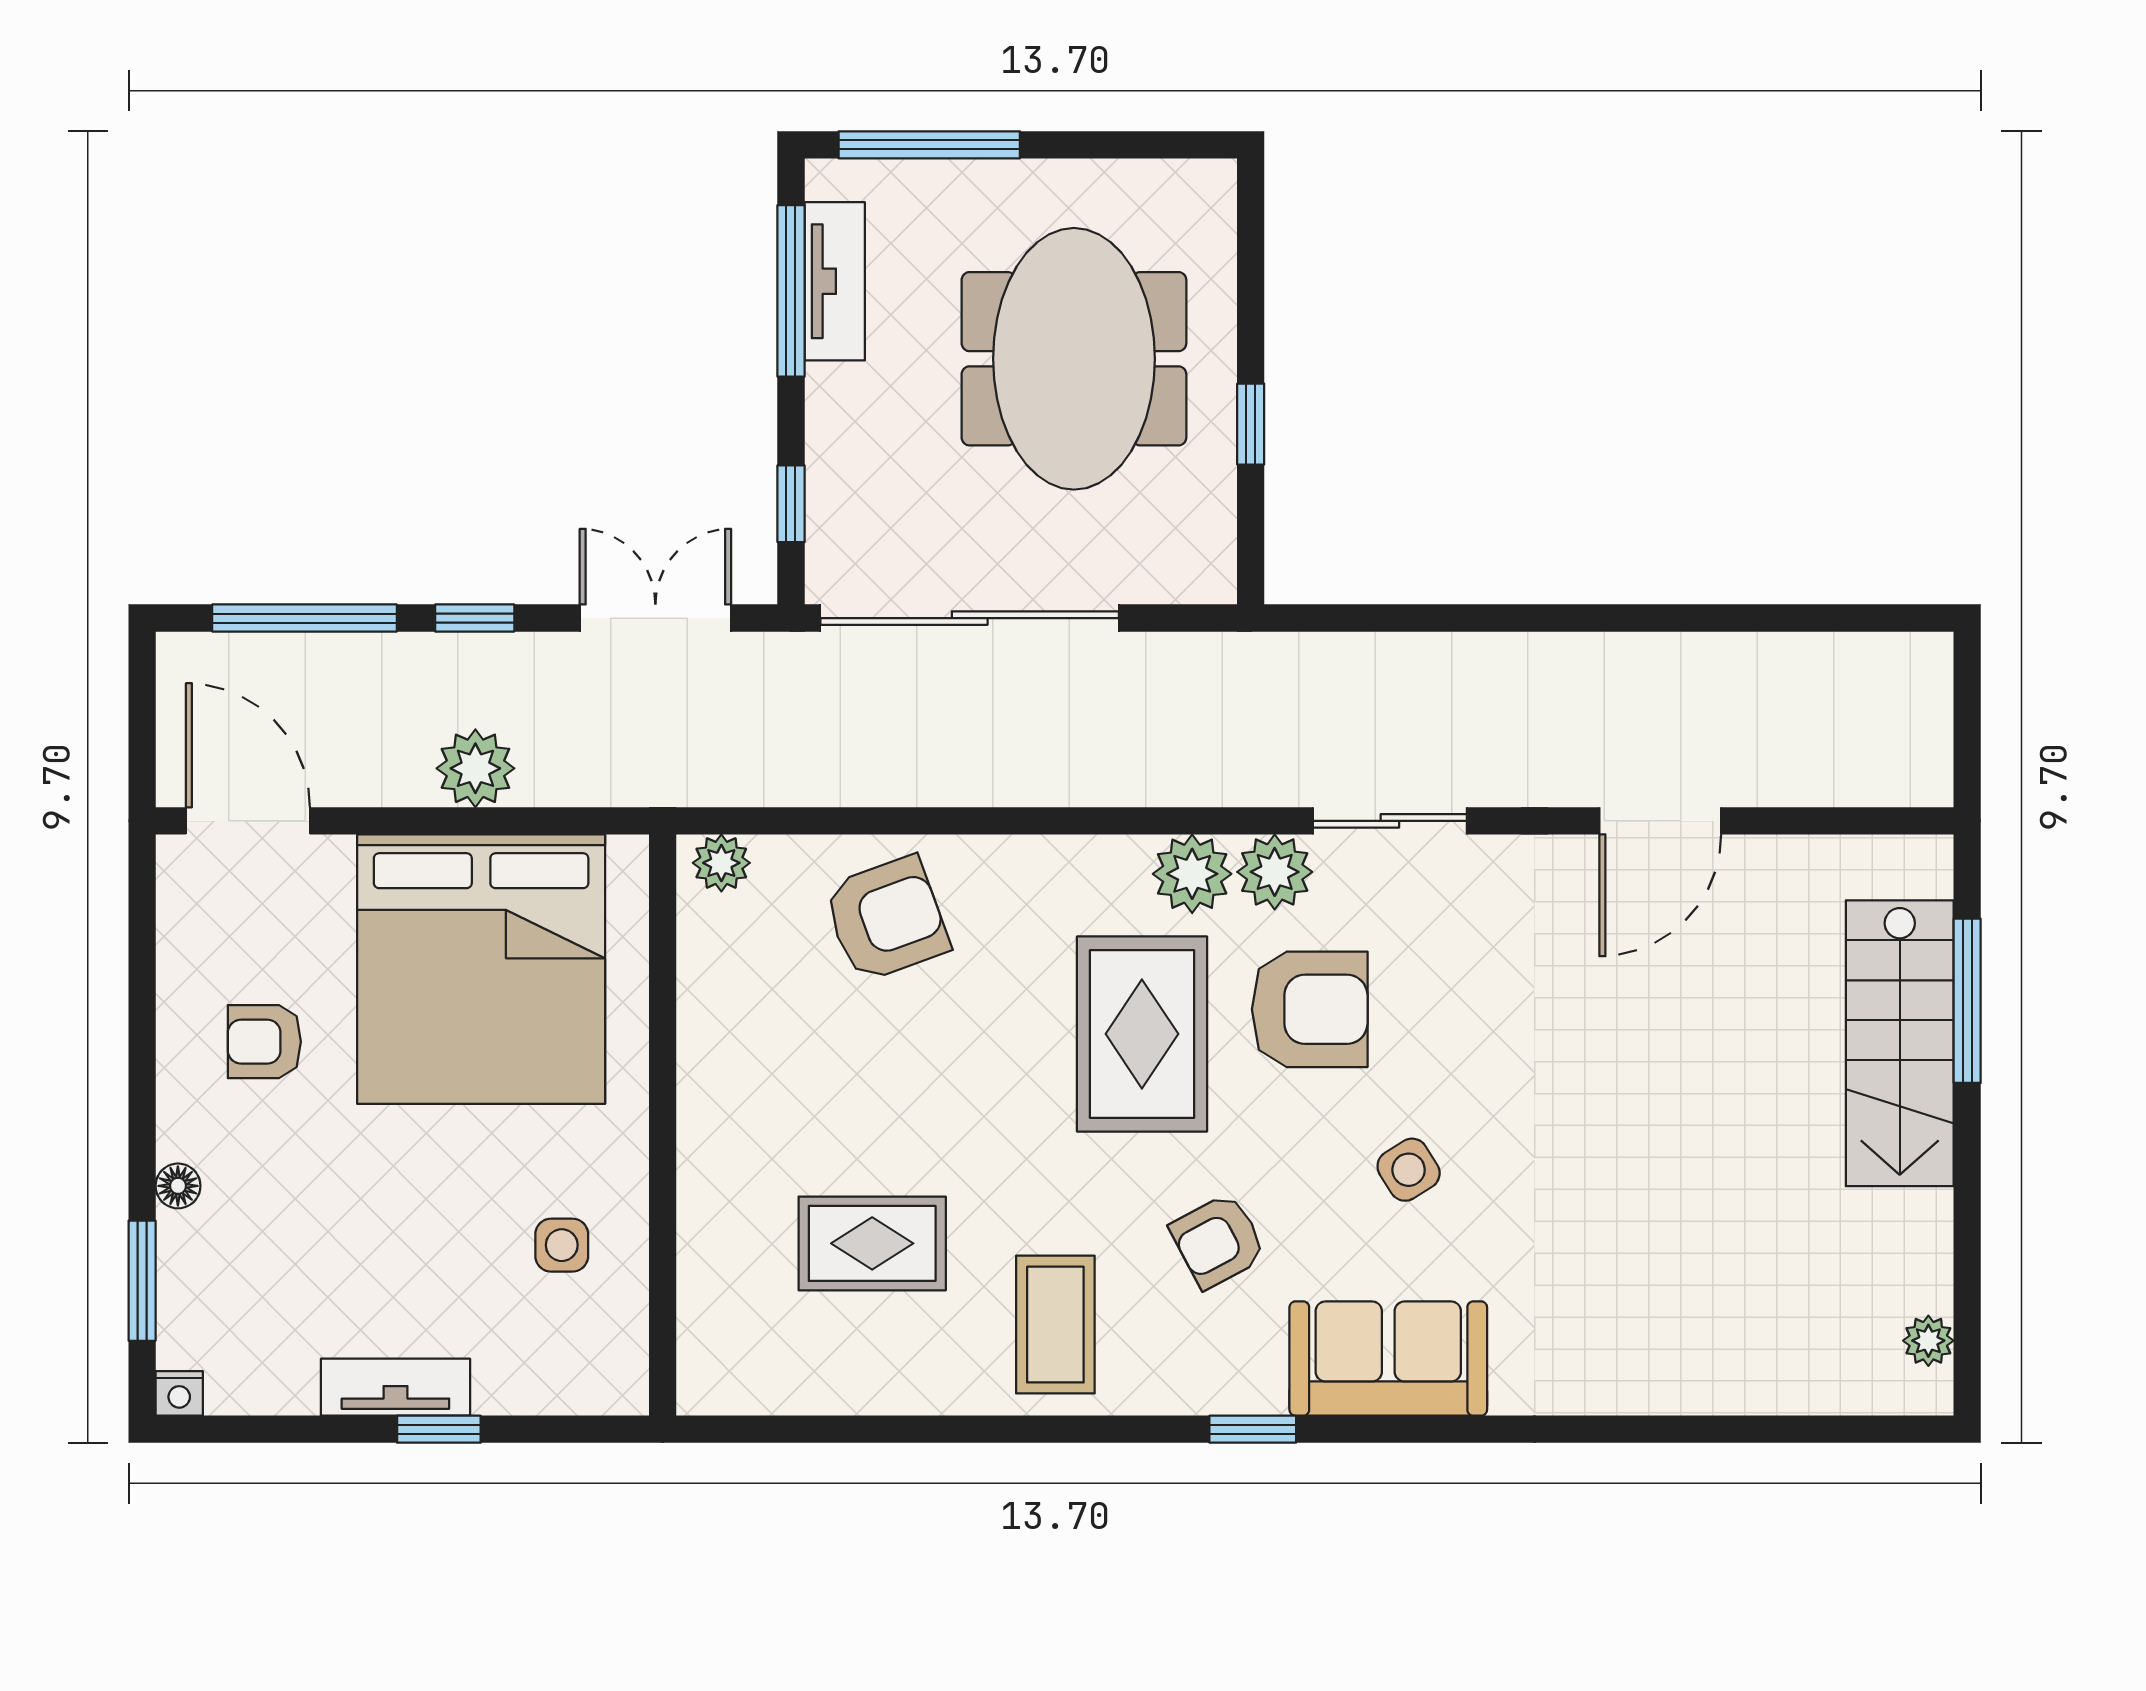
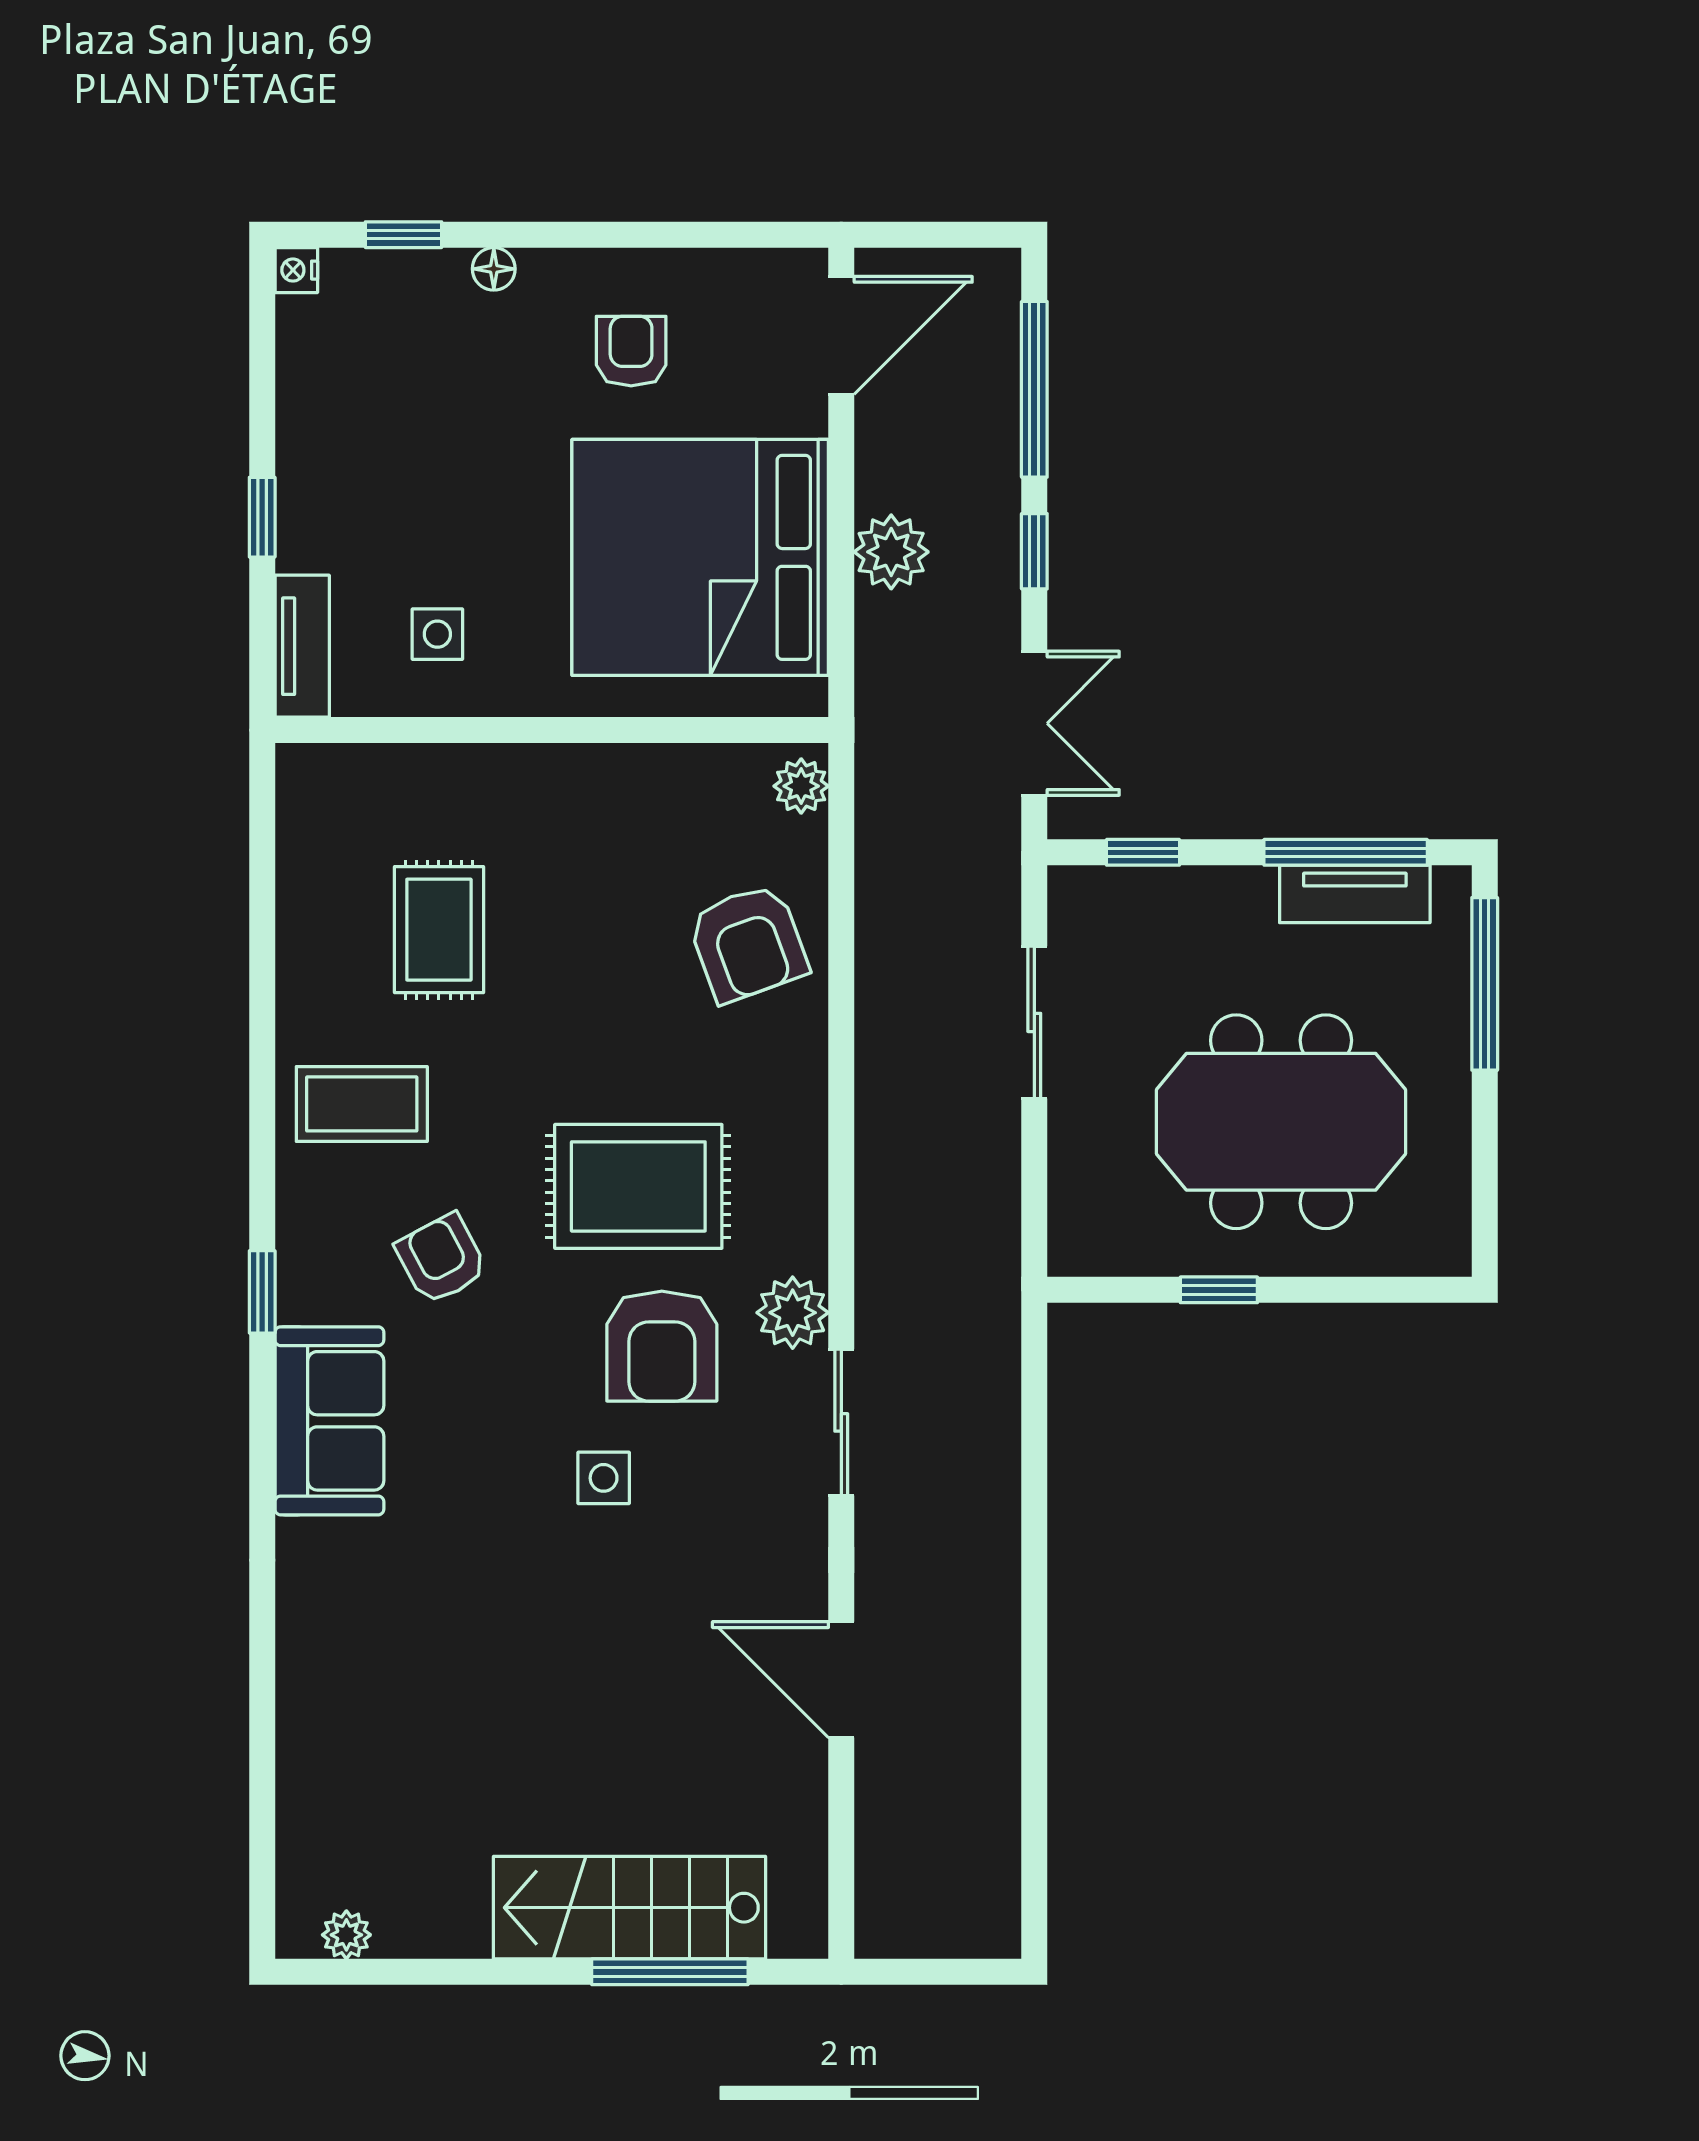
sliding door: (970, 618) -> (1034, 1022), width x0.54
plant: (1192, 874) -> (791, 1234), removed
side table: (1409, 1170) -> (604, 1478), moved, turned 32
window: (142, 1281) -> (404, 235), width x0.67
tv unit: (395, 1387) -> (302, 646), moved

